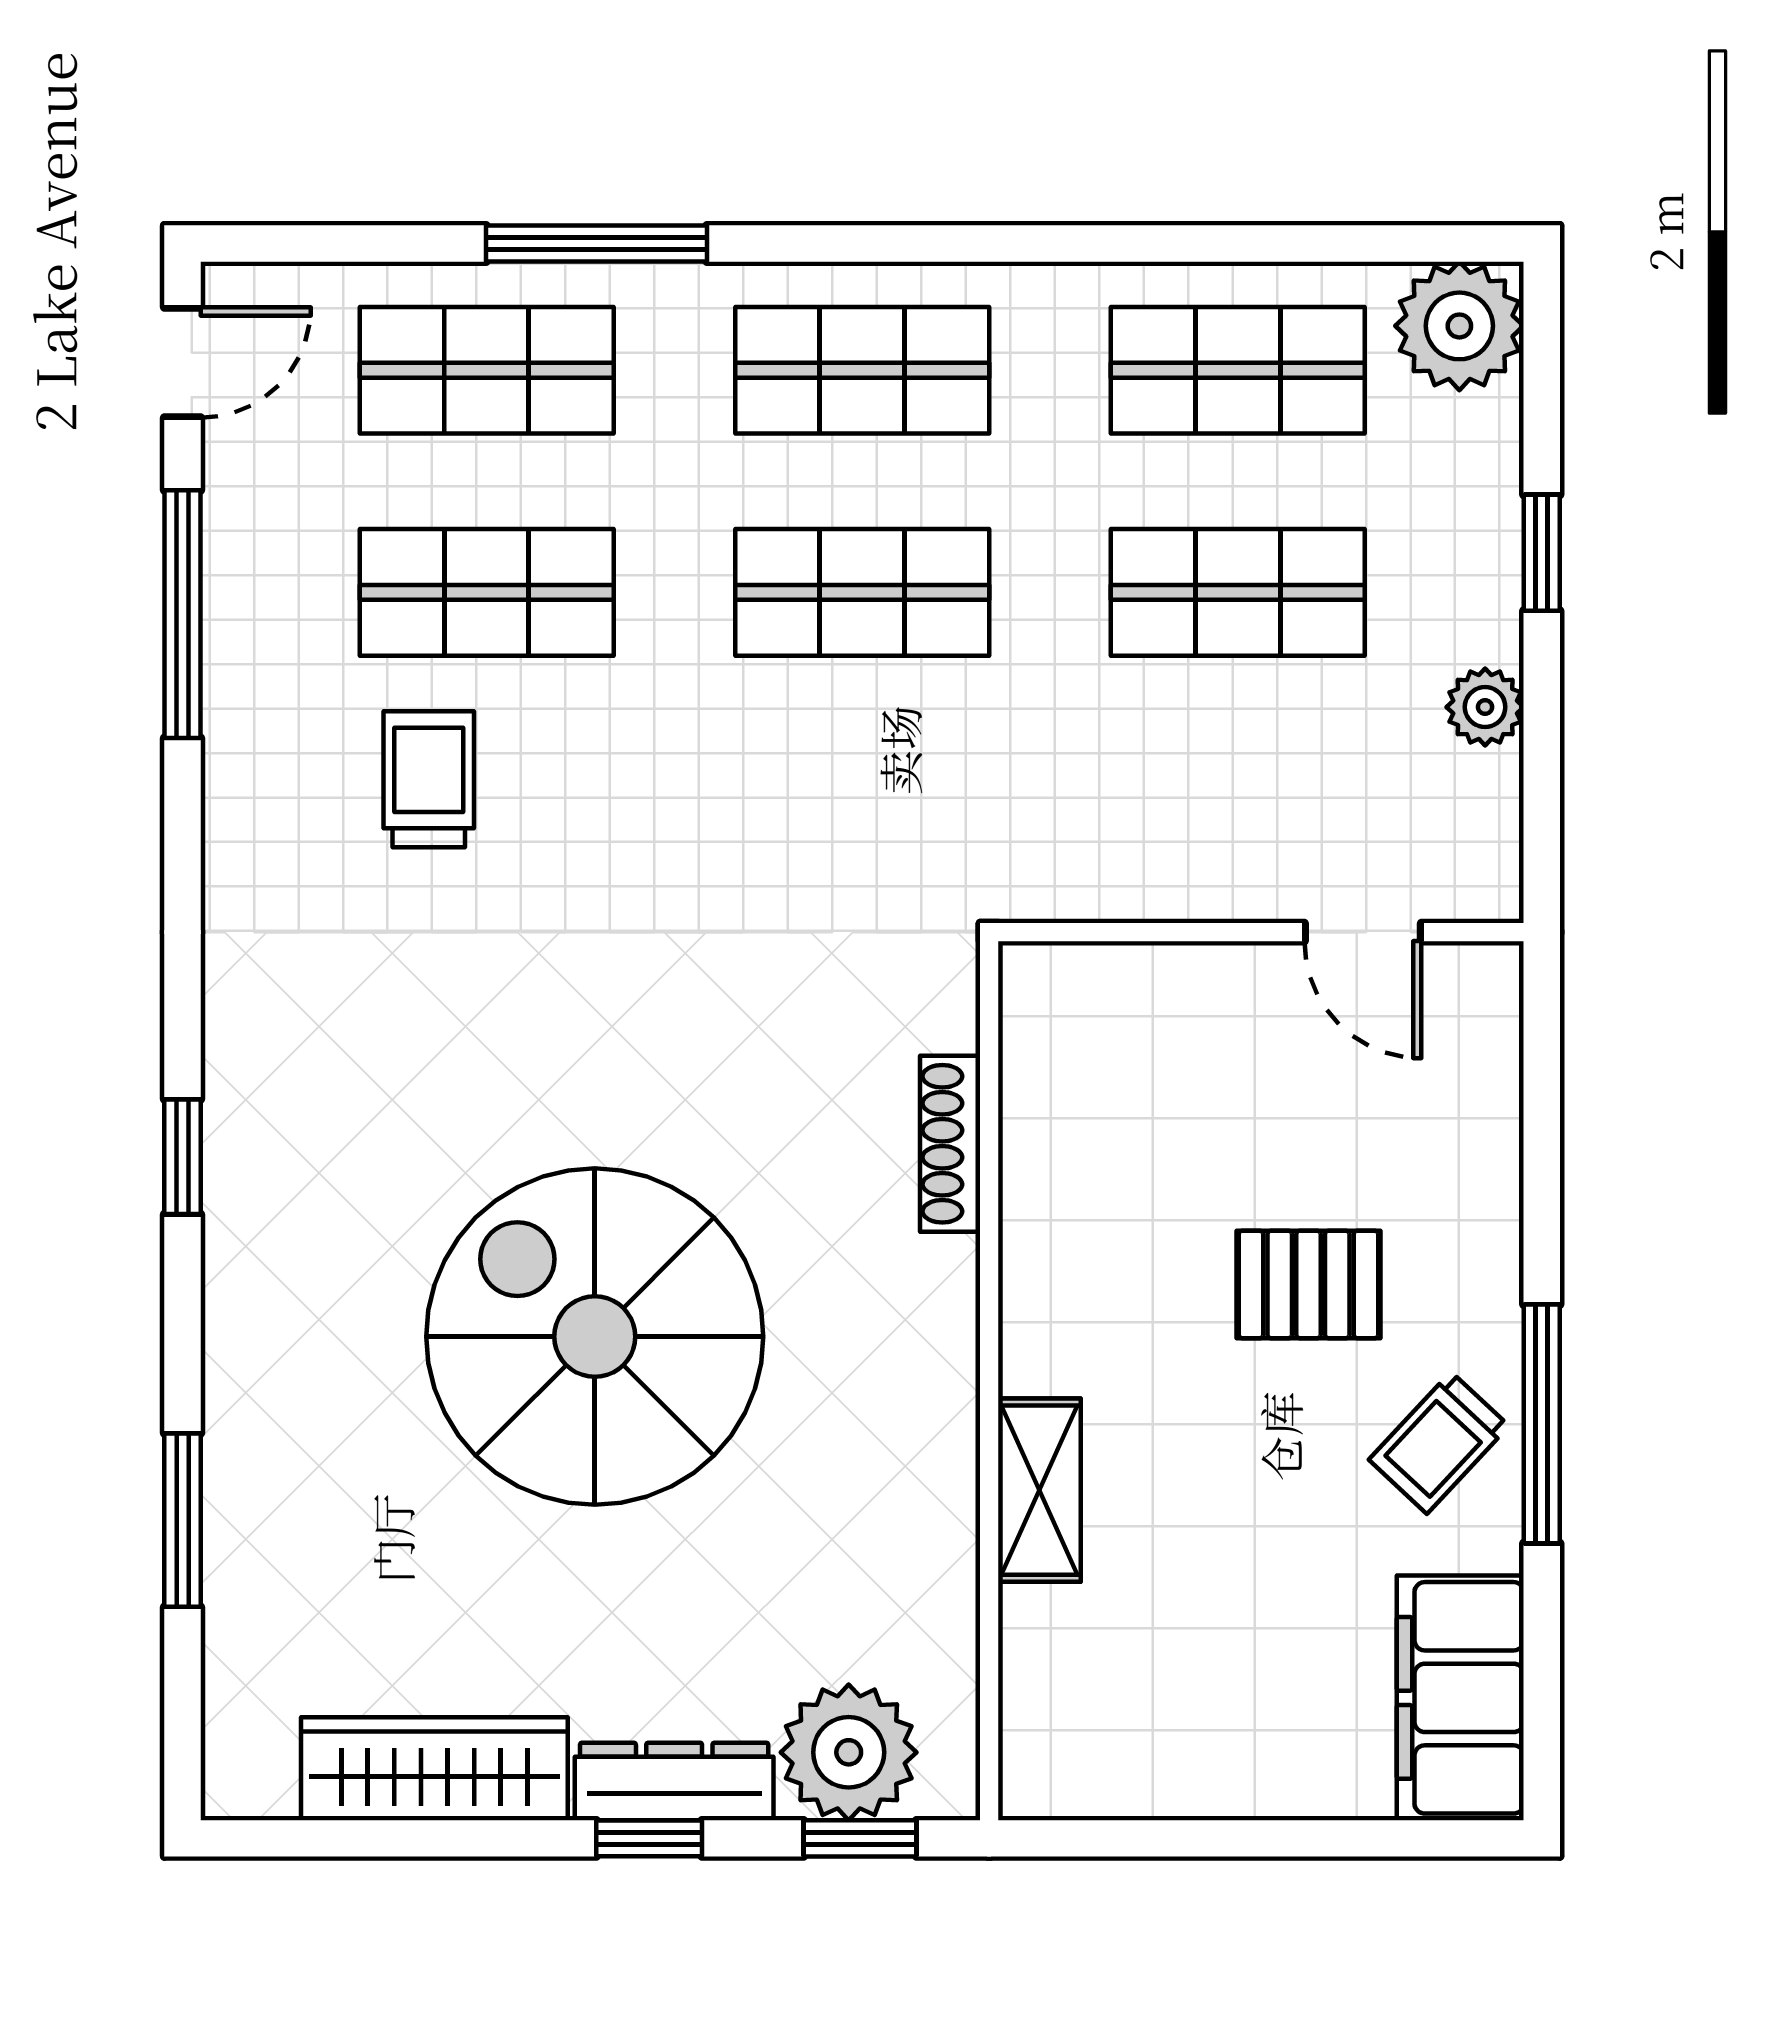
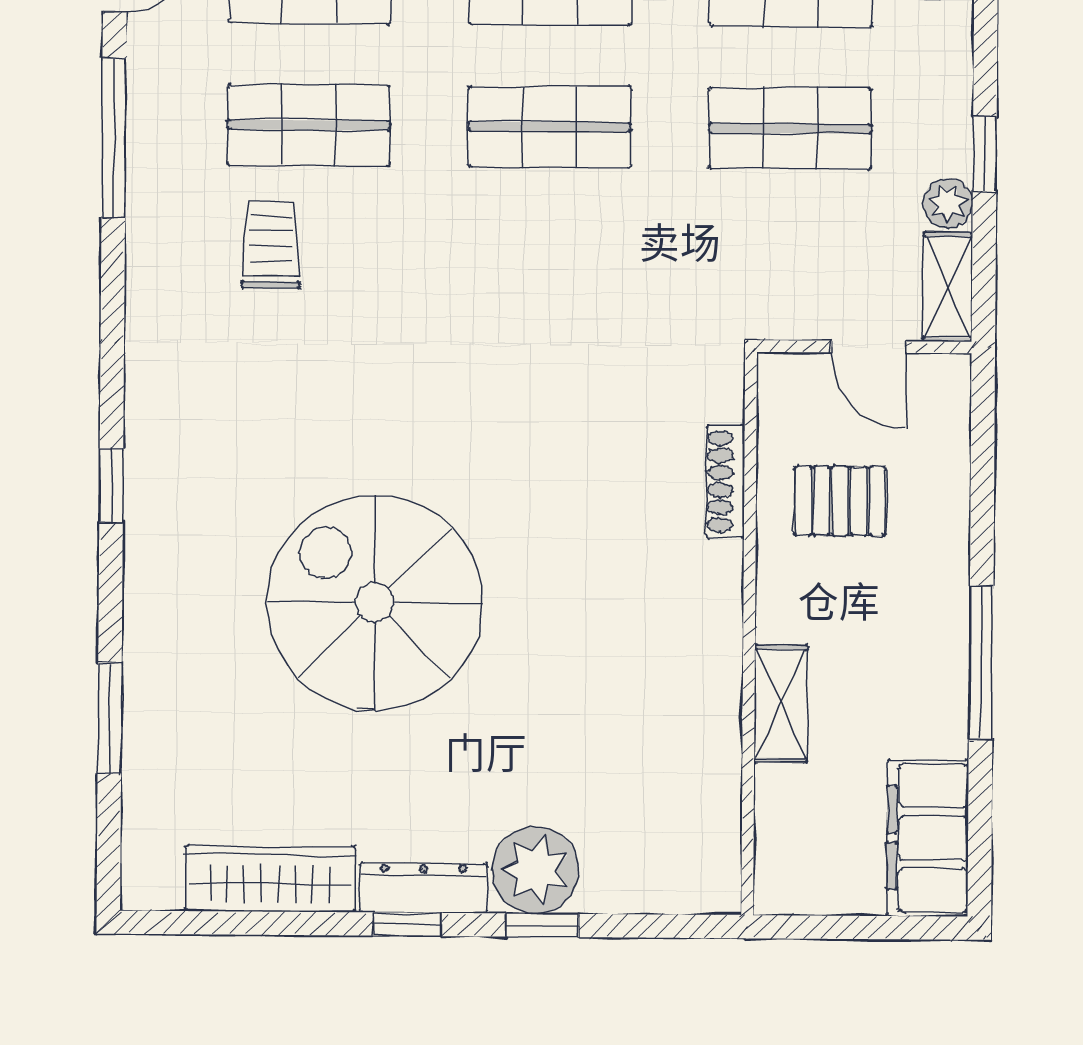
window: (1542, 553) -> (985, 154), moved
shelving: (1485, 838) -> (948, 287), added
shoe rack: (950, 1144) -> (725, 481), moved
pallet: (1308, 1284) -> (840, 501), moved
wall: (989, 1381) -> (749, 633), moved
trolley: (1439, 1443) -> (915, 674), removed
shelving: (1039, 1490) -> (781, 704), moved

